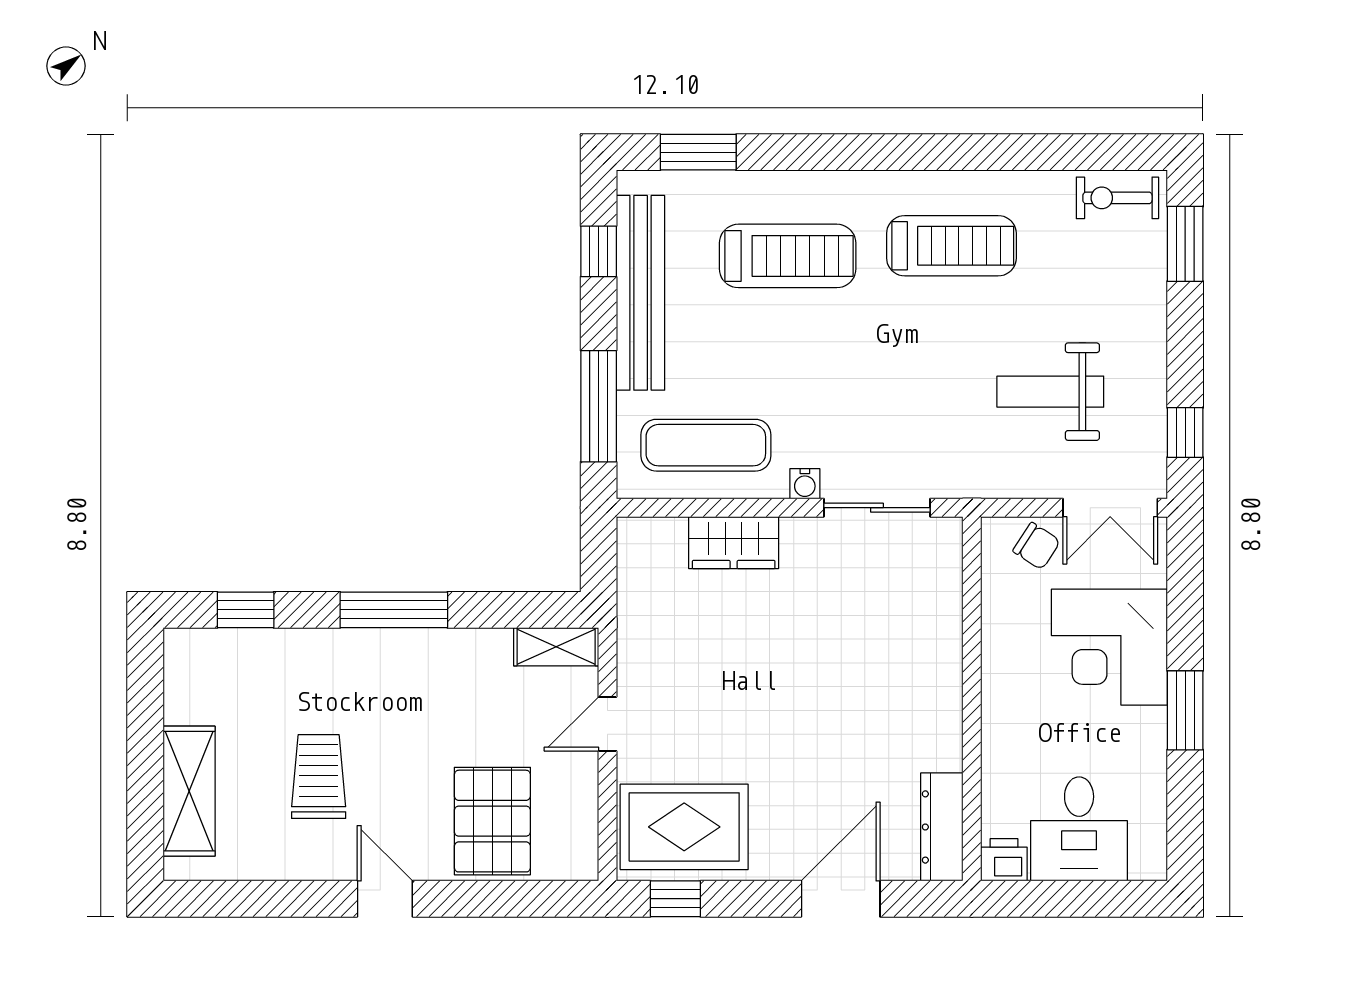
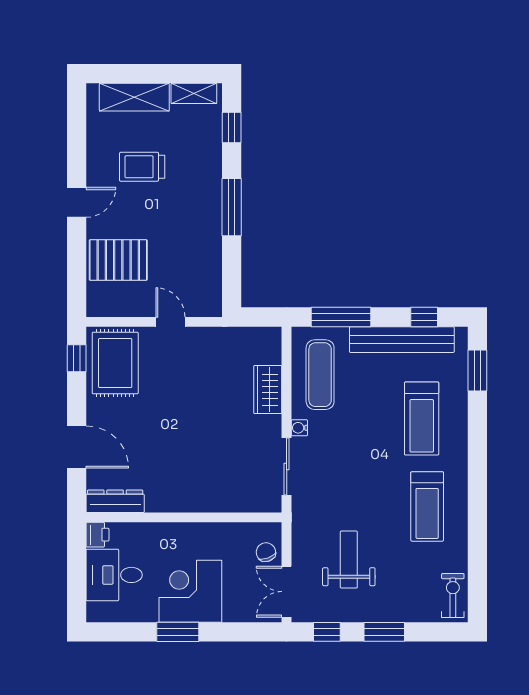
window: (1185, 244) -> (384, 632), moved
chair: (1037, 546) -> (266, 552), turned 127
shelving: (556, 647) -> (194, 93), moved, turned 90
corner desk: (1109, 647) -> (190, 591), moved
trolley: (319, 777) -> (142, 167), turned 180

